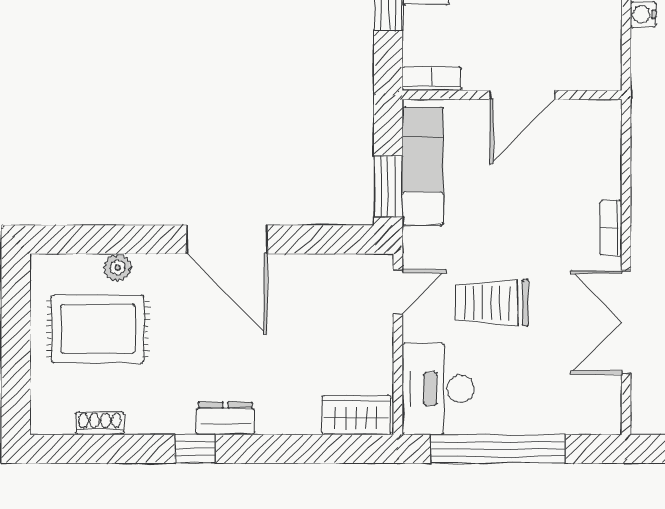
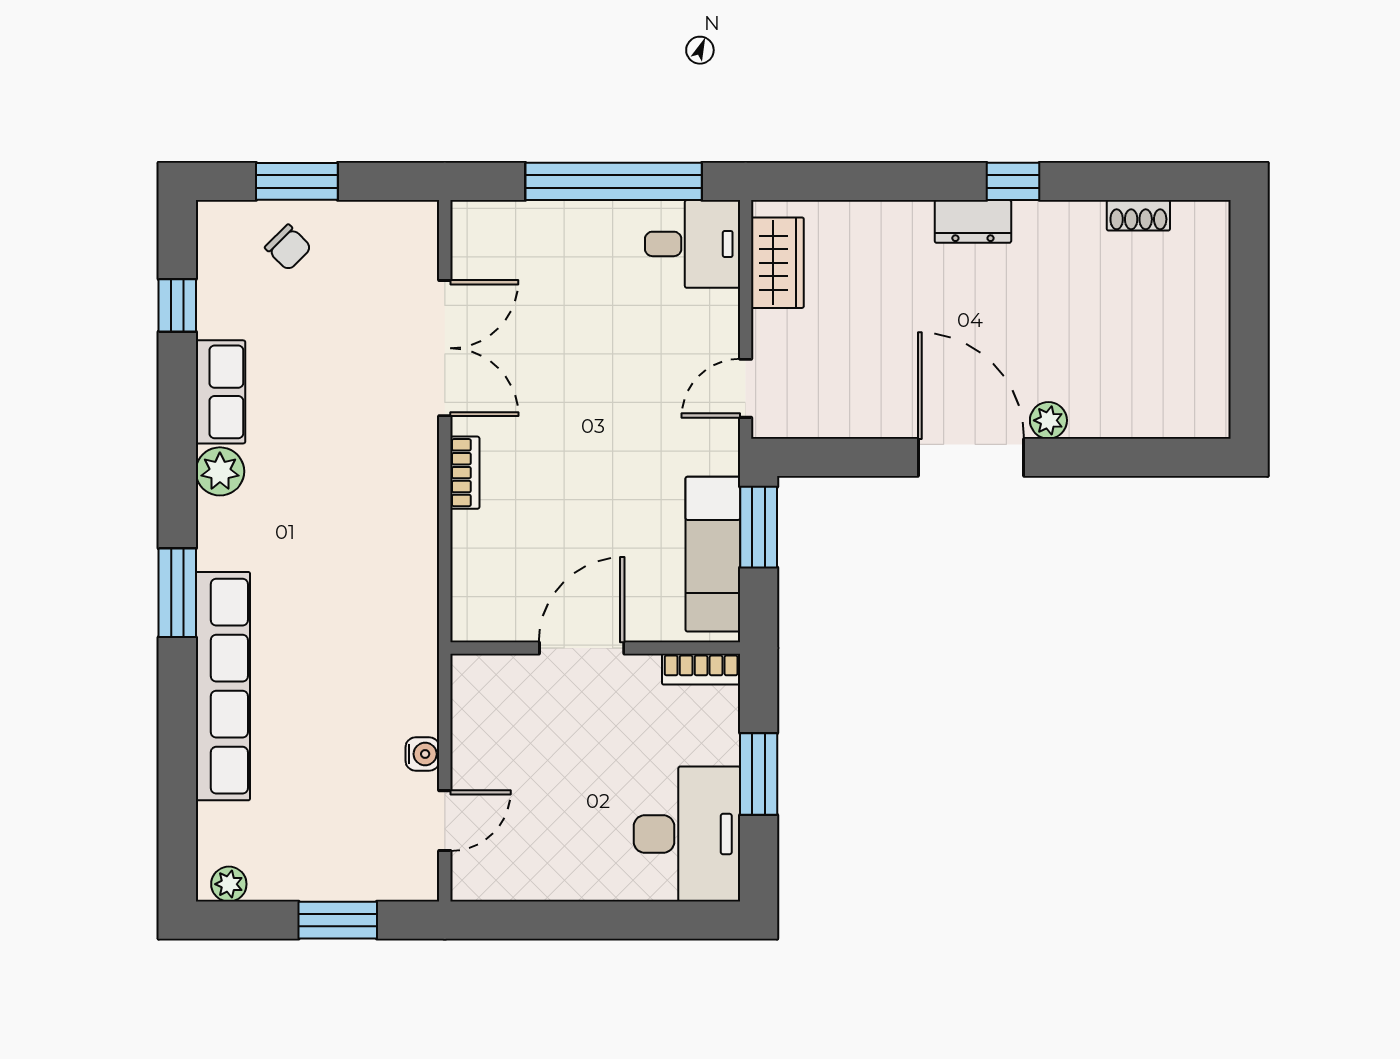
plant: (118, 268) -> (1048, 420), moved
trolley: (492, 303) -> (622, 374), removed
rug: (98, 329) -> (1141, 339), removed
desk: (438, 389) -> (693, 244), width x0.73
wardrobe: (356, 415) -> (777, 263), moved, turned -90

